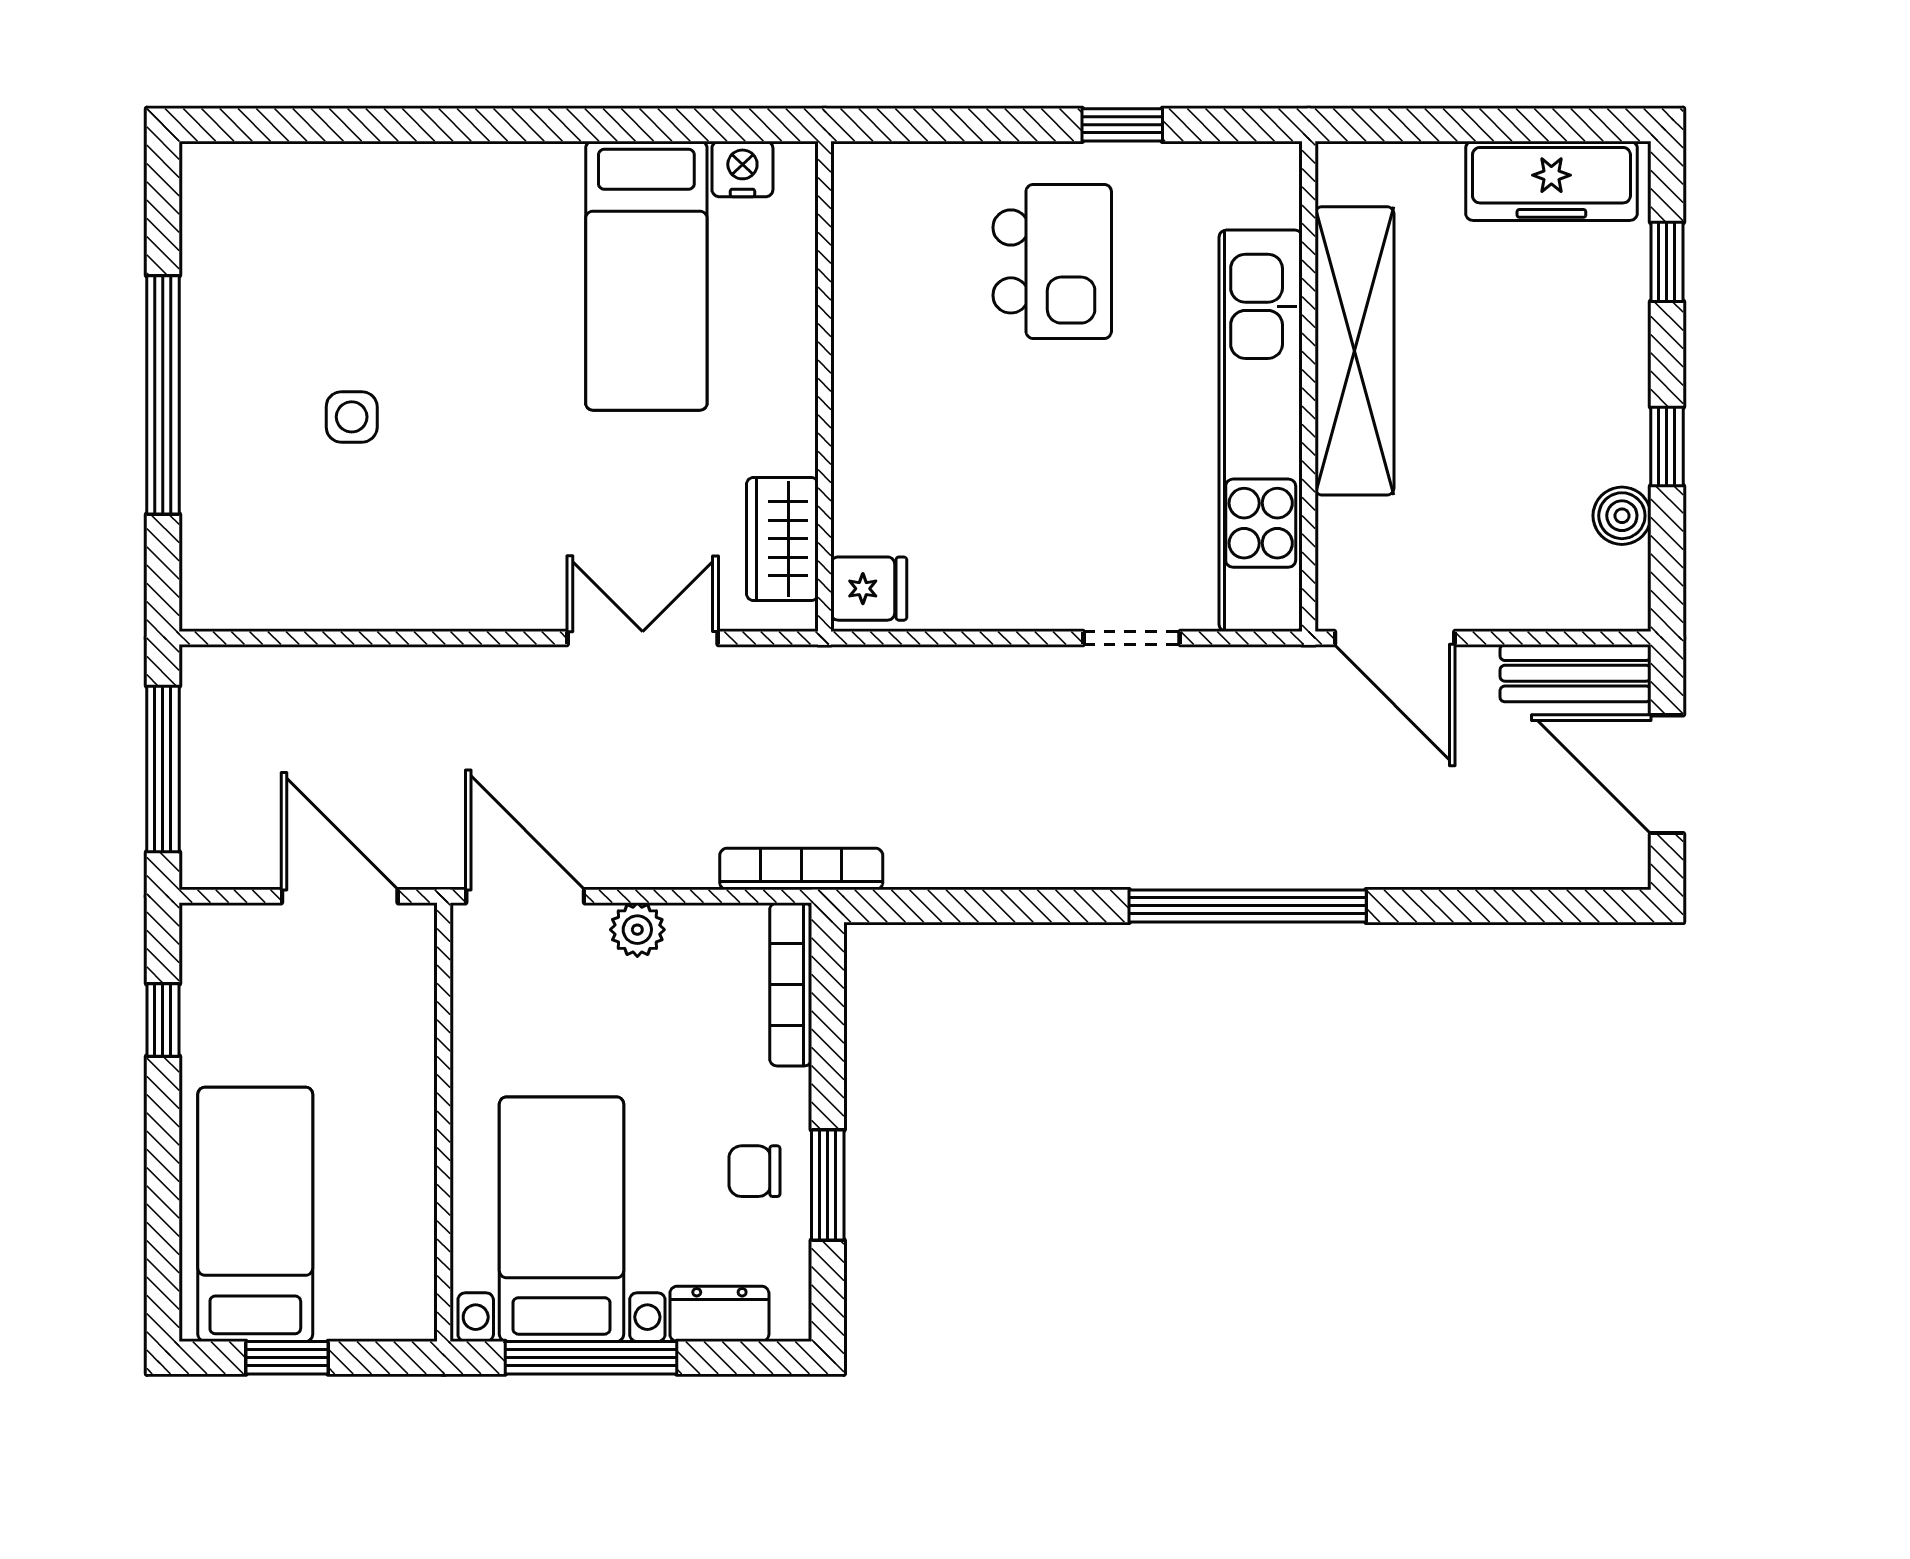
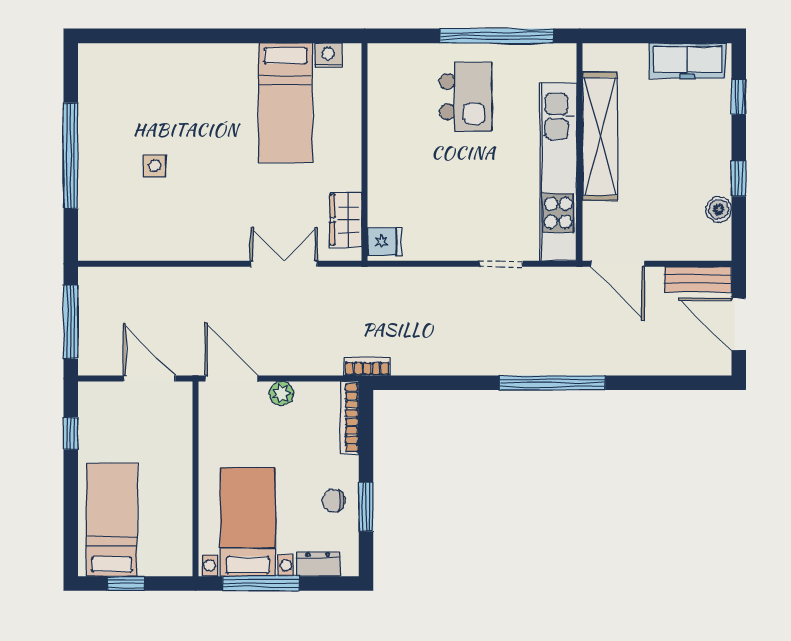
window: (1122, 125) -> (497, 36), width x3.17
bookcase: (801, 869) -> (367, 366), width x0.64

